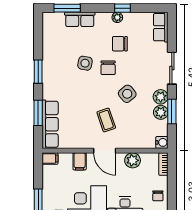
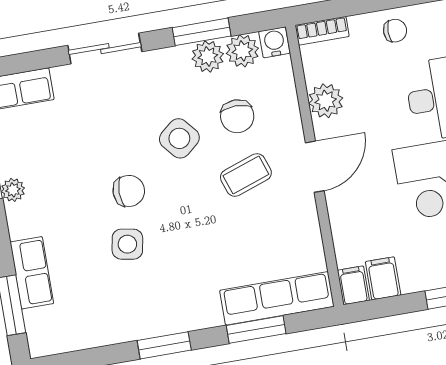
chair: (120, 44) -> (237, 116), moved
plant: (161, 97) -> (242, 51), moved
filing cabinet: (80, 161) -> (383, 278), moved, turned -90

